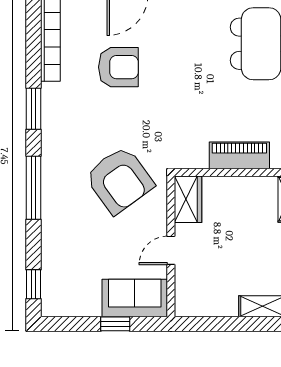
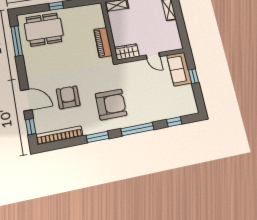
piano: (239, 155) -> (103, 42), moved
armchair: (119, 180) -> (111, 104), moved, turned 36
window: (33, 284) -> (174, 122), moved

